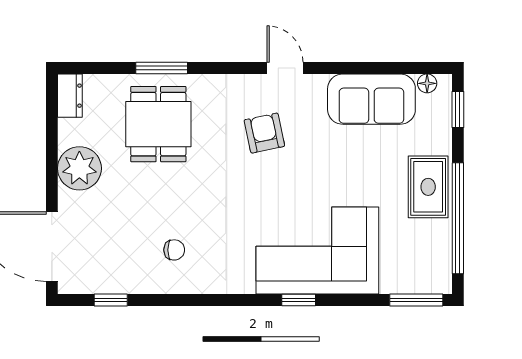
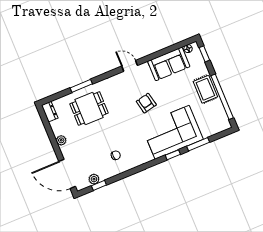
dining table: (158, 124) -> (89, 108), turned 90
armchair: (264, 133) -> (146, 103), moved
plant: (79, 168) -> (61, 140), width x0.53, depth x0.53
plant: (105, 282) -> (94, 179), added
window: (416, 300) -> (198, 144), moved

